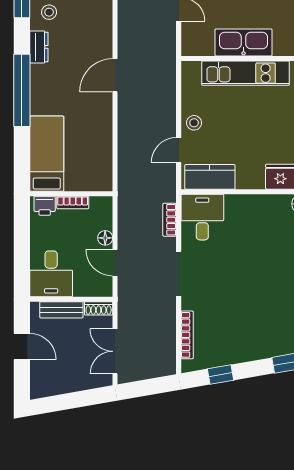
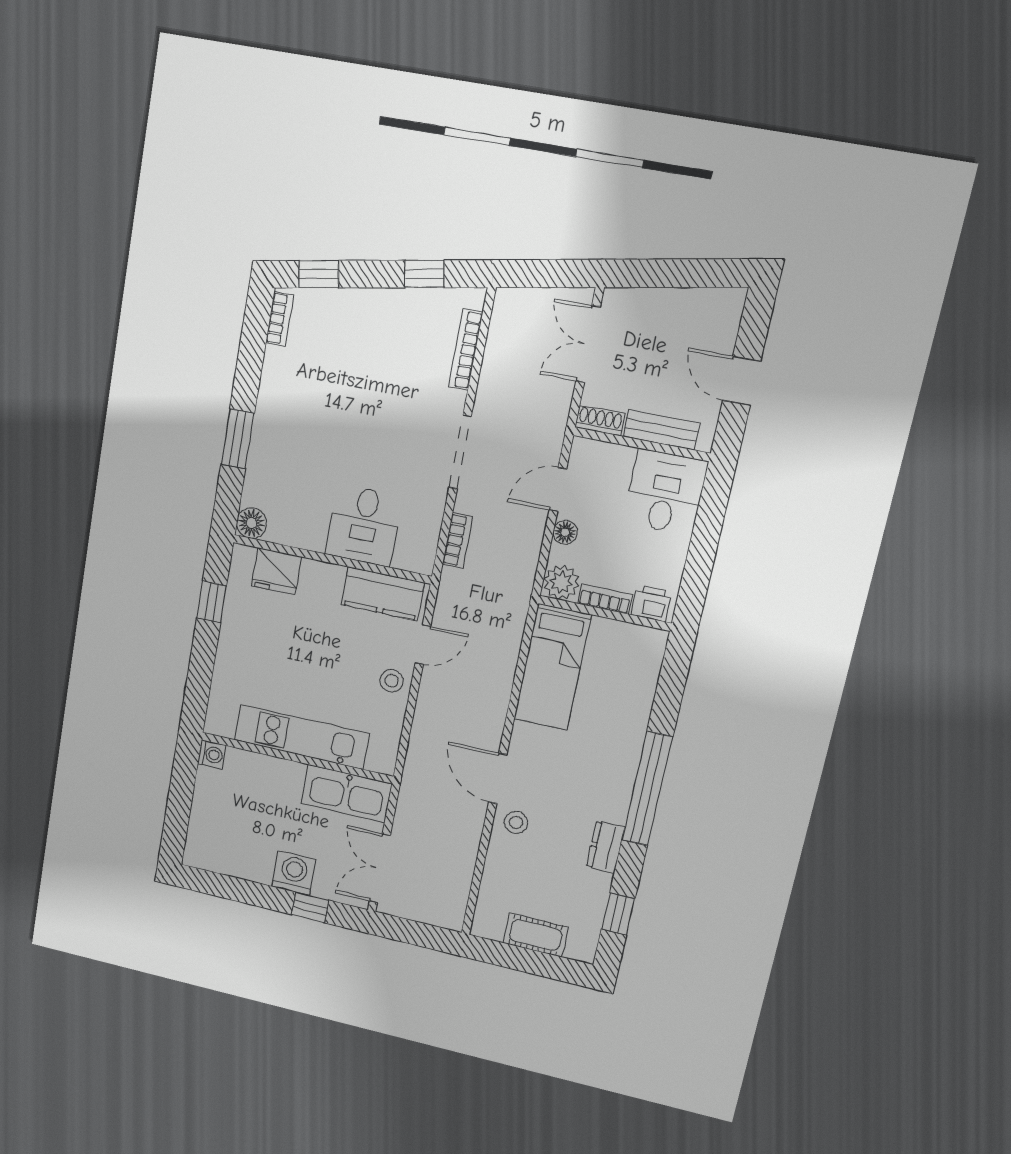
stool: (49, 12) -> (516, 822), moved
kitchen sink: (244, 42) -> (346, 794), moved
door: (115, 75) -> (498, 778), swing flipped
bed: (47, 154) -> (552, 667), moved
plant: (101, 207) -> (561, 582), added
desk: (202, 217) -> (364, 525), moved
door: (115, 263) -> (558, 490), swing flipped
double door: (115, 351) -> (588, 344), swing flipped

